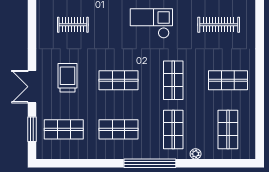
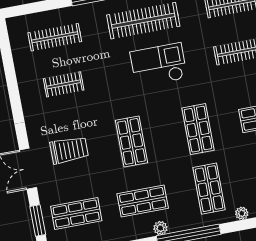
trolley: (67, 78) -> (69, 150), turned 90
shop shelf: (118, 80) -> (132, 141), turned 90
plant: (129, 154) -> (160, 228), added

